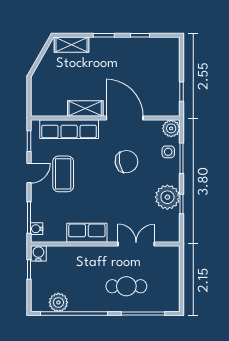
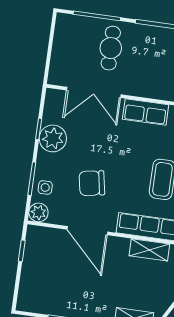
shelving: (85, 108) -> (149, 250), moved
double door: (136, 244) -> (94, 92), width x1.37
cafe table: (126, 286) -> (111, 48), turned 90

